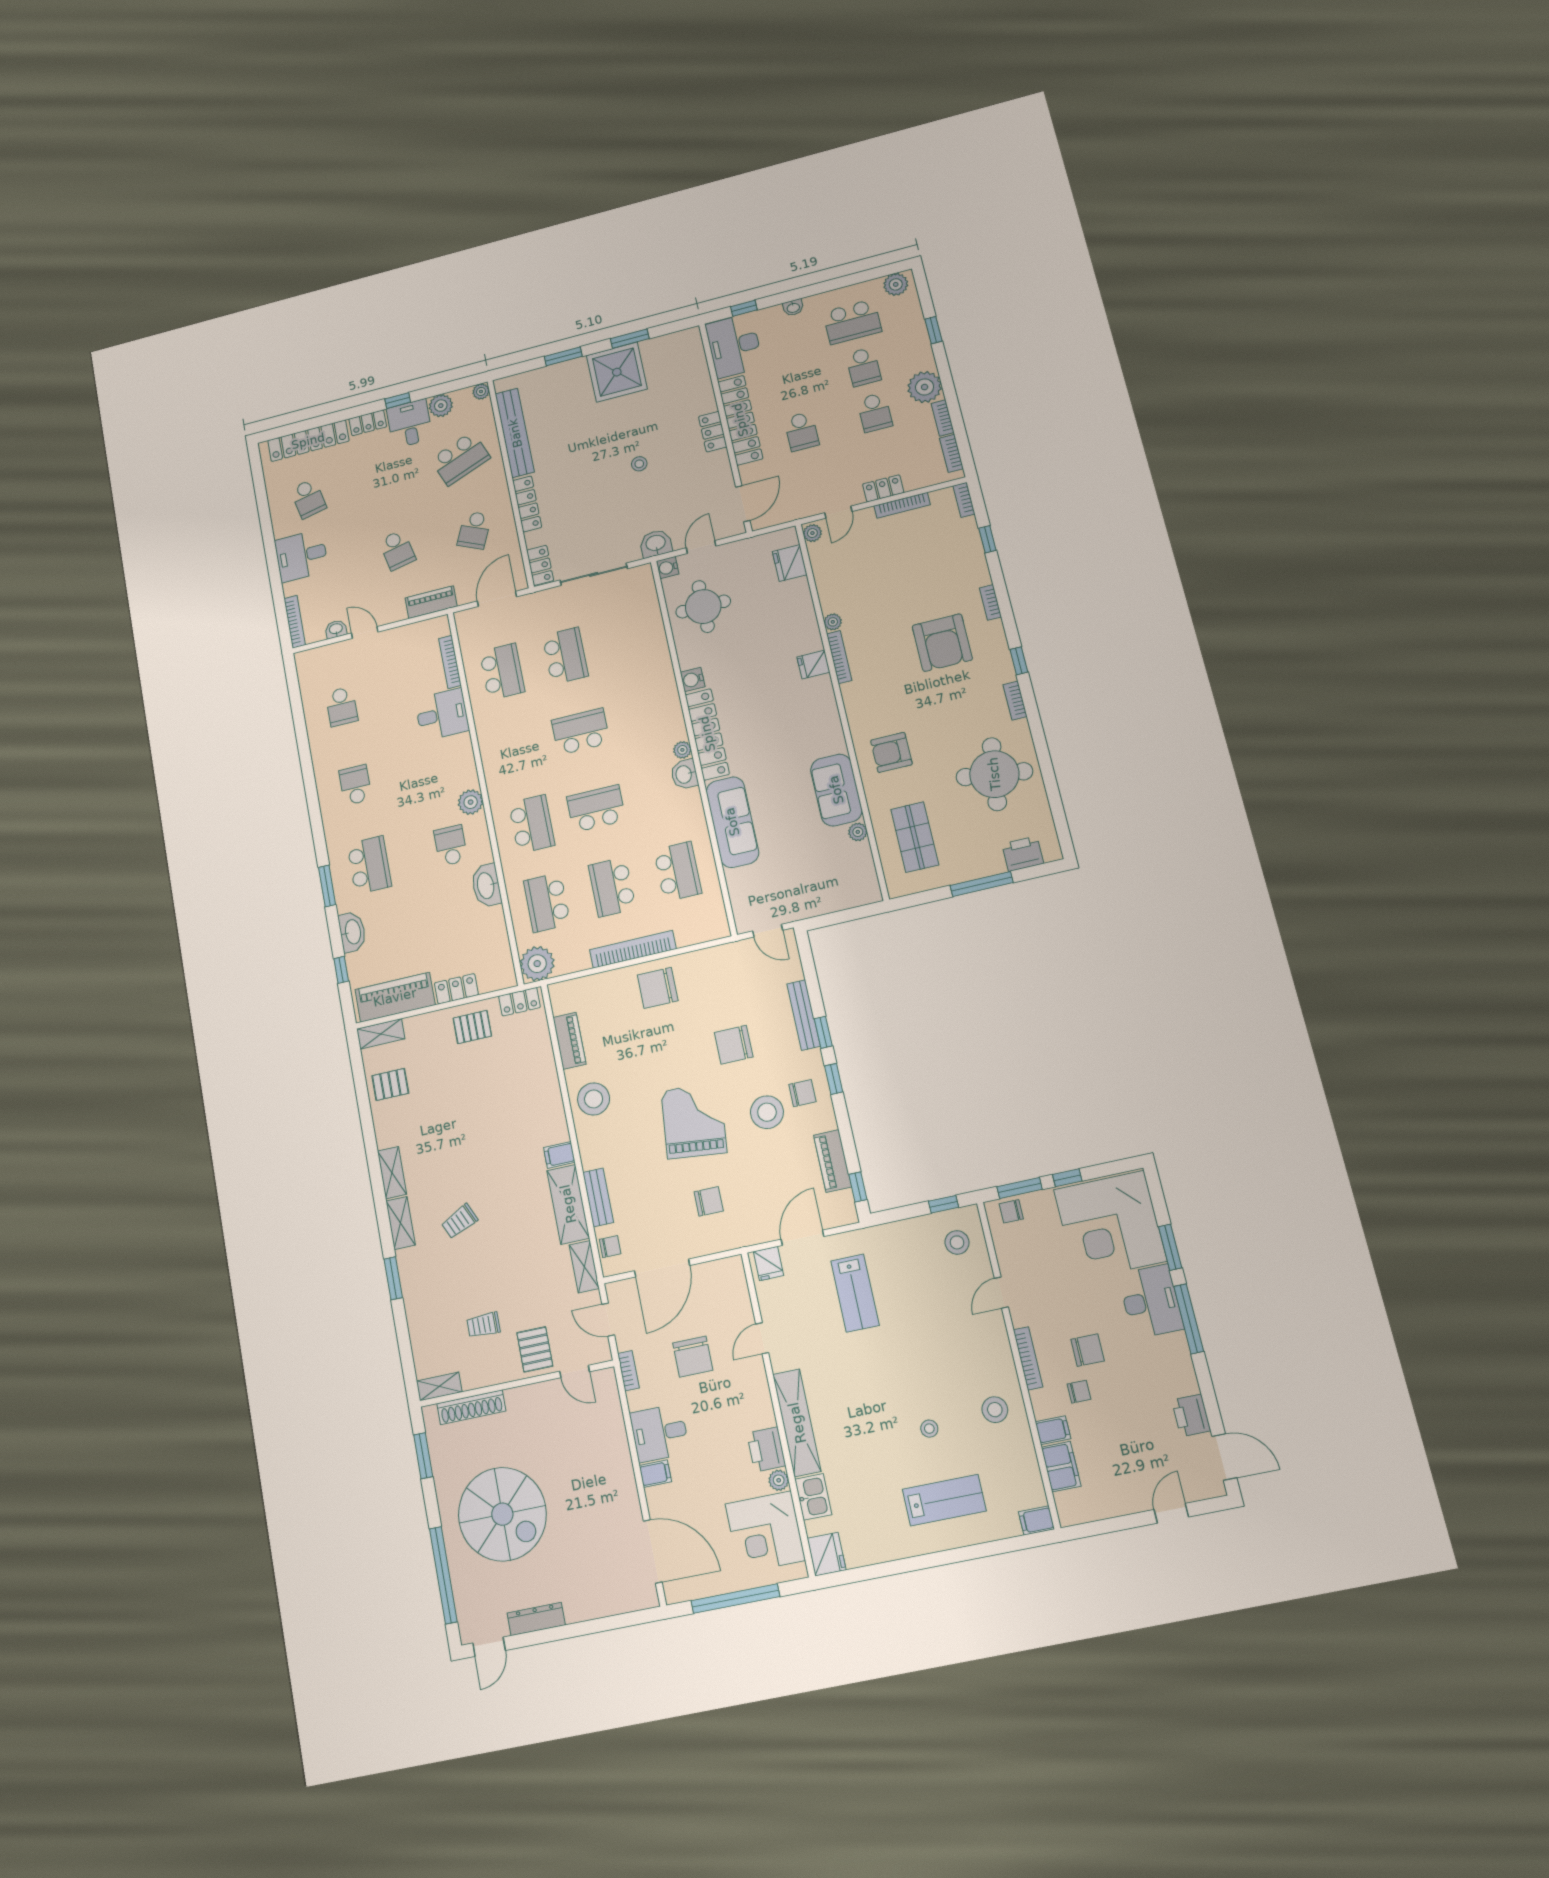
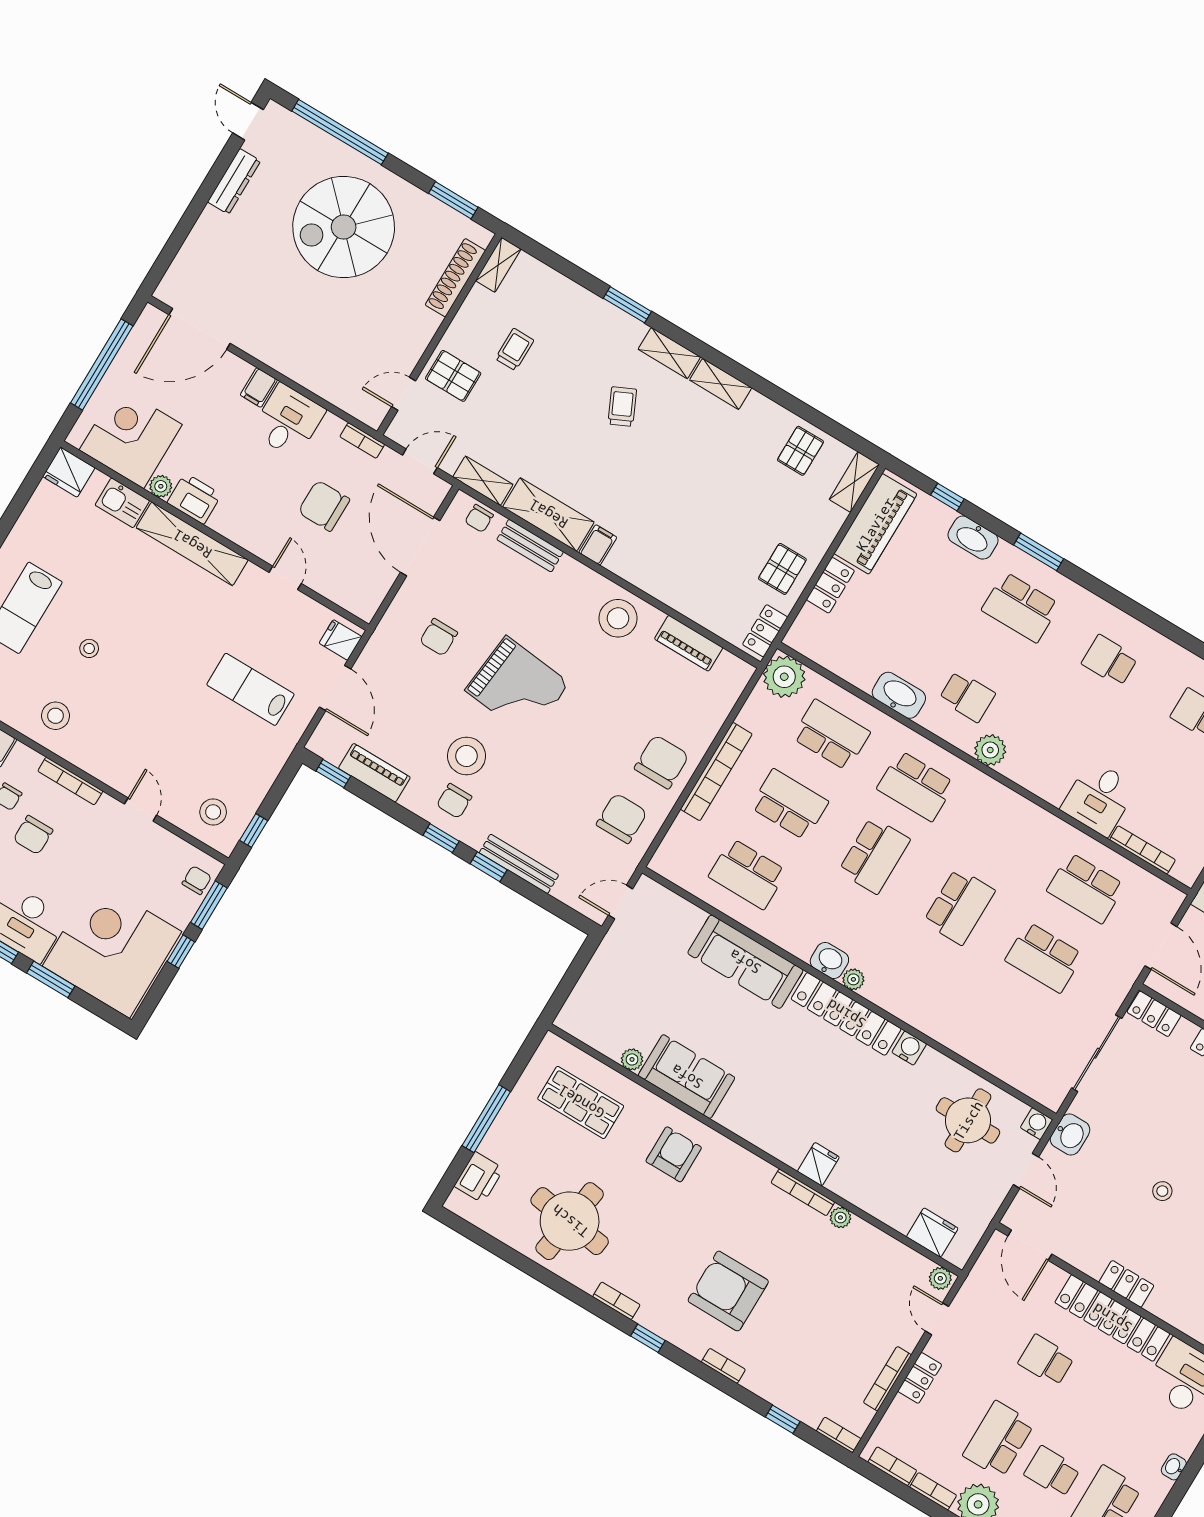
school desk: (875, 412) -> (999, 1439), width x1.85
school desk: (355, 785) -> (1110, 661), turned 180
chair: (734, 1045) -> (622, 818), moved

